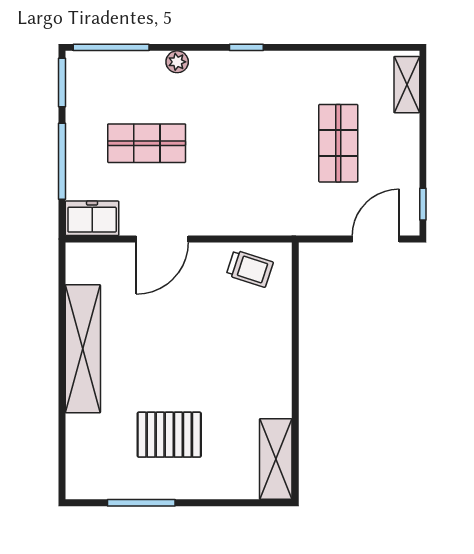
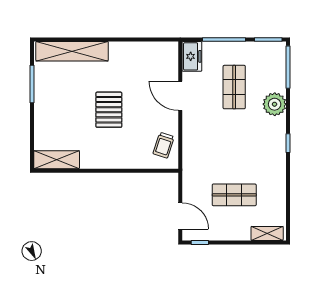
plant: (177, 62) -> (275, 104), width x1.87, depth x1.87
shelving: (83, 349) -> (72, 51), moved
pallet: (169, 435) -> (109, 110), moved

